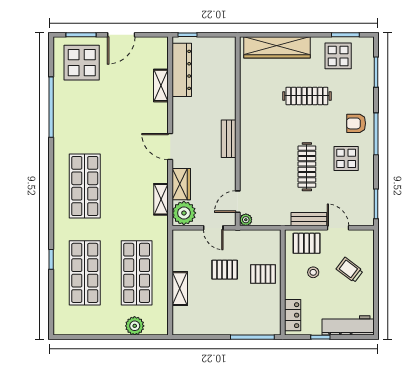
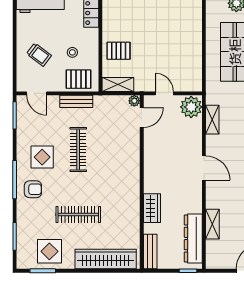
bench: (229, 139) -> (150, 252), moved
wardrobe: (181, 184) -> (152, 208), moved, turned 180
door: (338, 228) -> (37, 93), moved
pallet: (225, 270) -> (154, 55), removed
shelving: (180, 289) -> (118, 84), moved, turned 90

